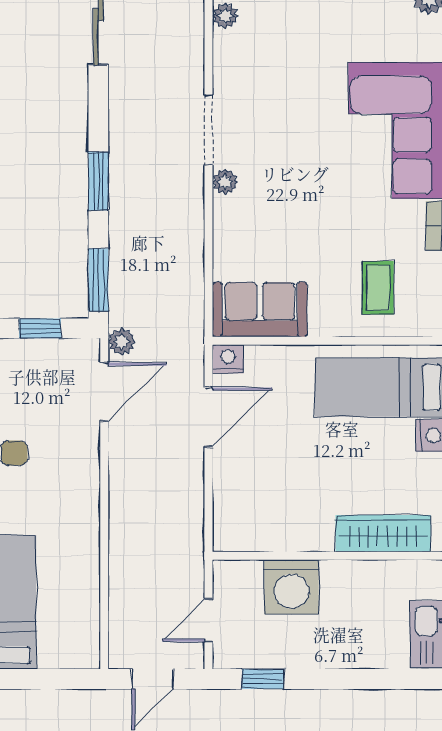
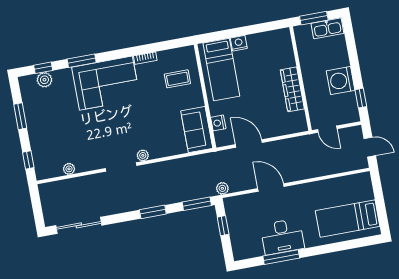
nightstand: (228, 359) -> (218, 123), moved
door: (104, 392) -> (271, 187), moved
wardrobe: (383, 534) -> (292, 89), moved
washing machine: (291, 587) -> (341, 81), moved, turned 180
door: (208, 620) -> (327, 129), moved

